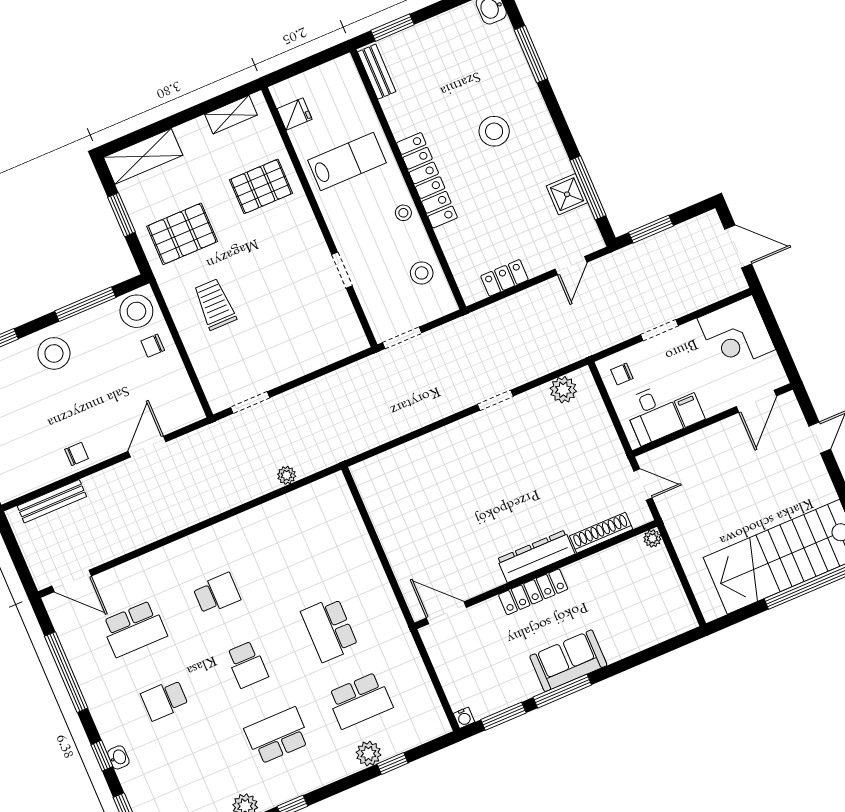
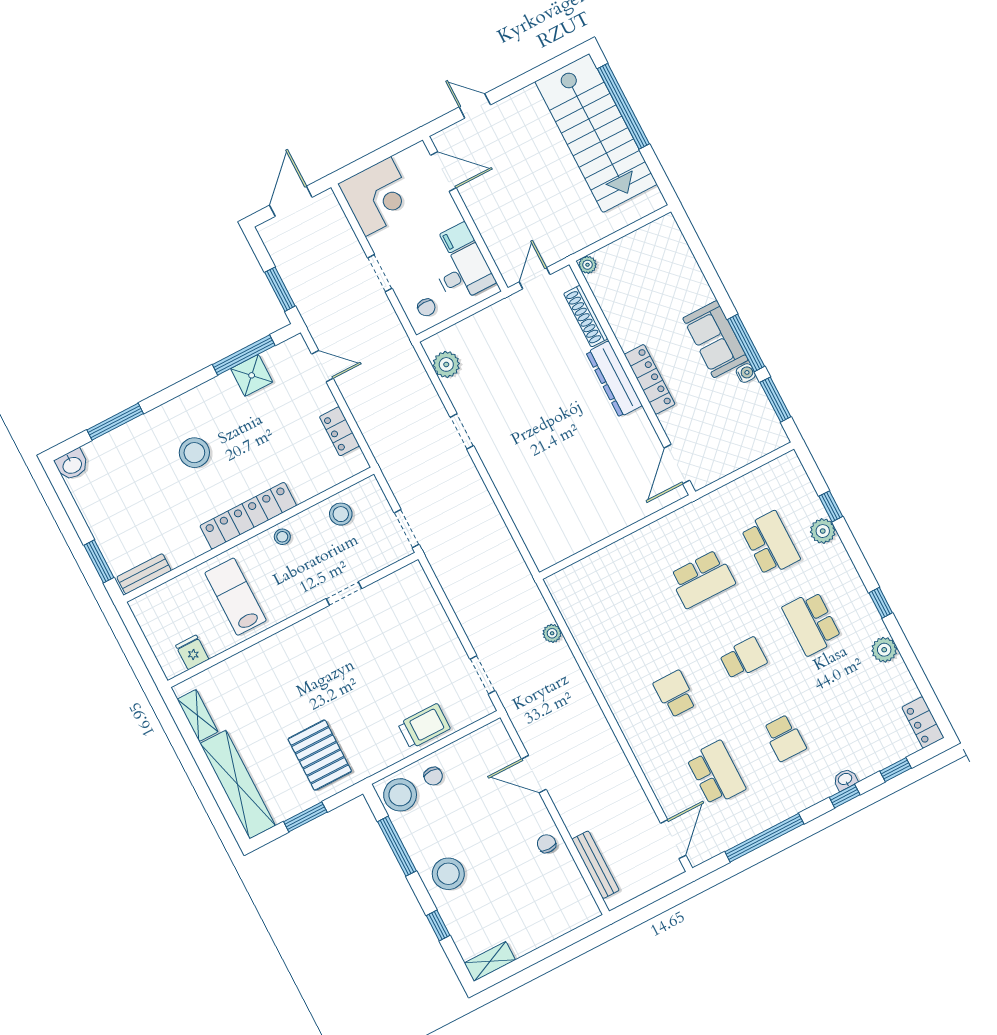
shelving: (143, 156) -> (238, 785), width x1.47
pallet: (261, 186) -> (267, 680), removed
trolley: (215, 304) -> (424, 726), moved, turned 180
water cooler: (464, 718) -> (746, 373), moved

